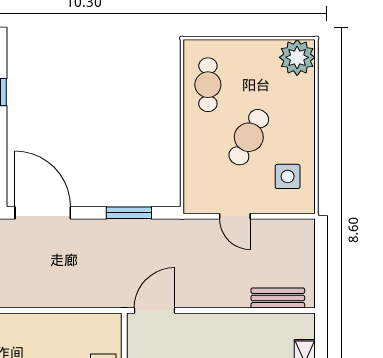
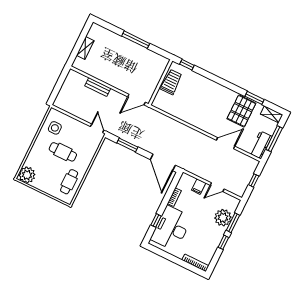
cafe table: (249, 137) -> (63, 152), turned 62
door: (235, 216) -> (97, 128), moved
bench: (278, 298) -> (98, 87), moved

